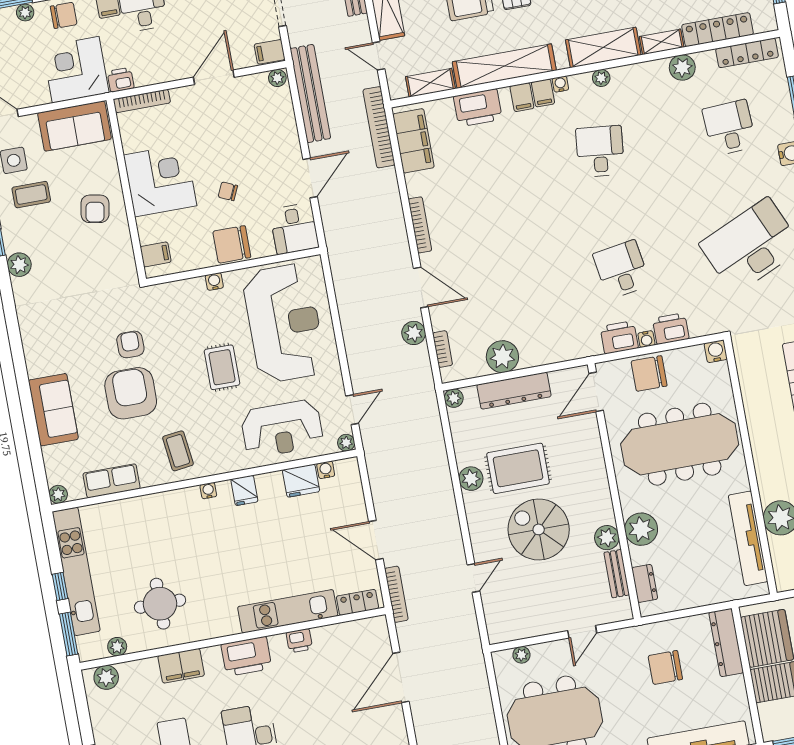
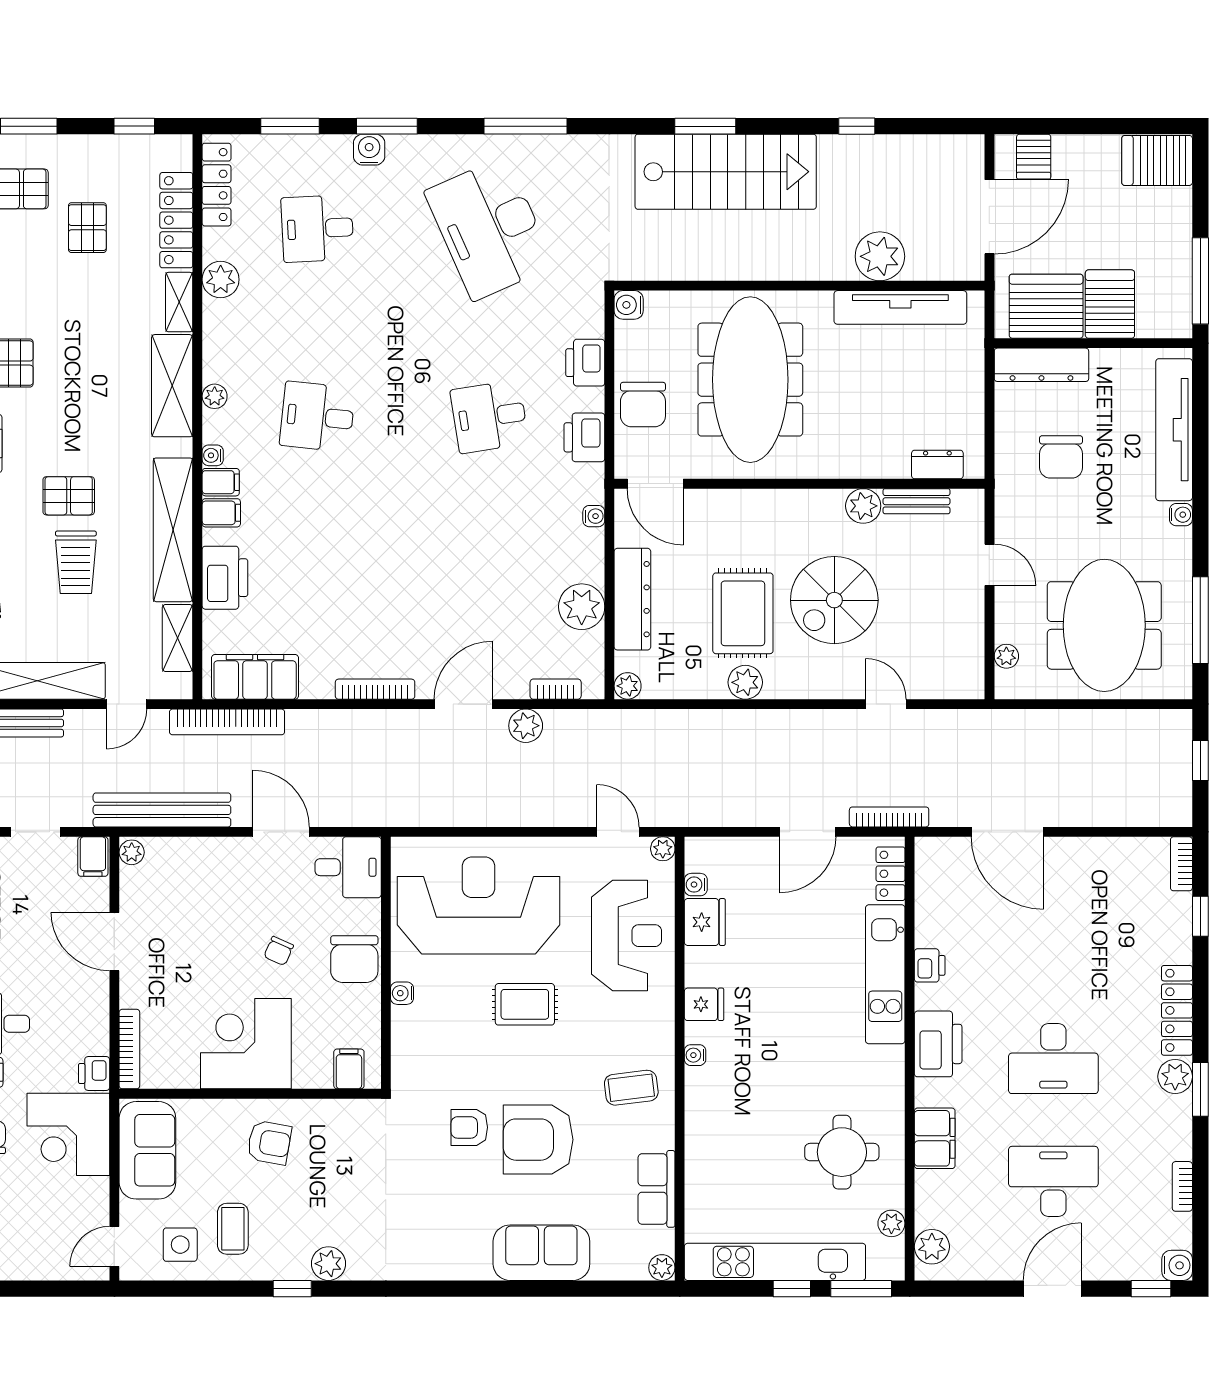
water cooler: (646, 339) -> (594, 516), moved
plant: (641, 529) -> (860, 456), removed

